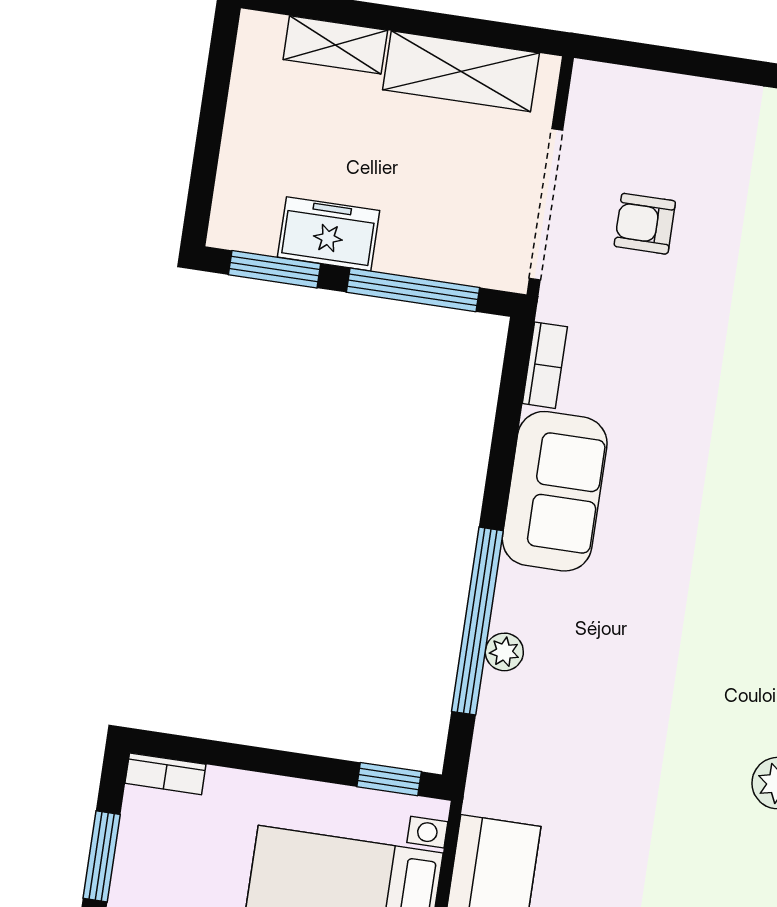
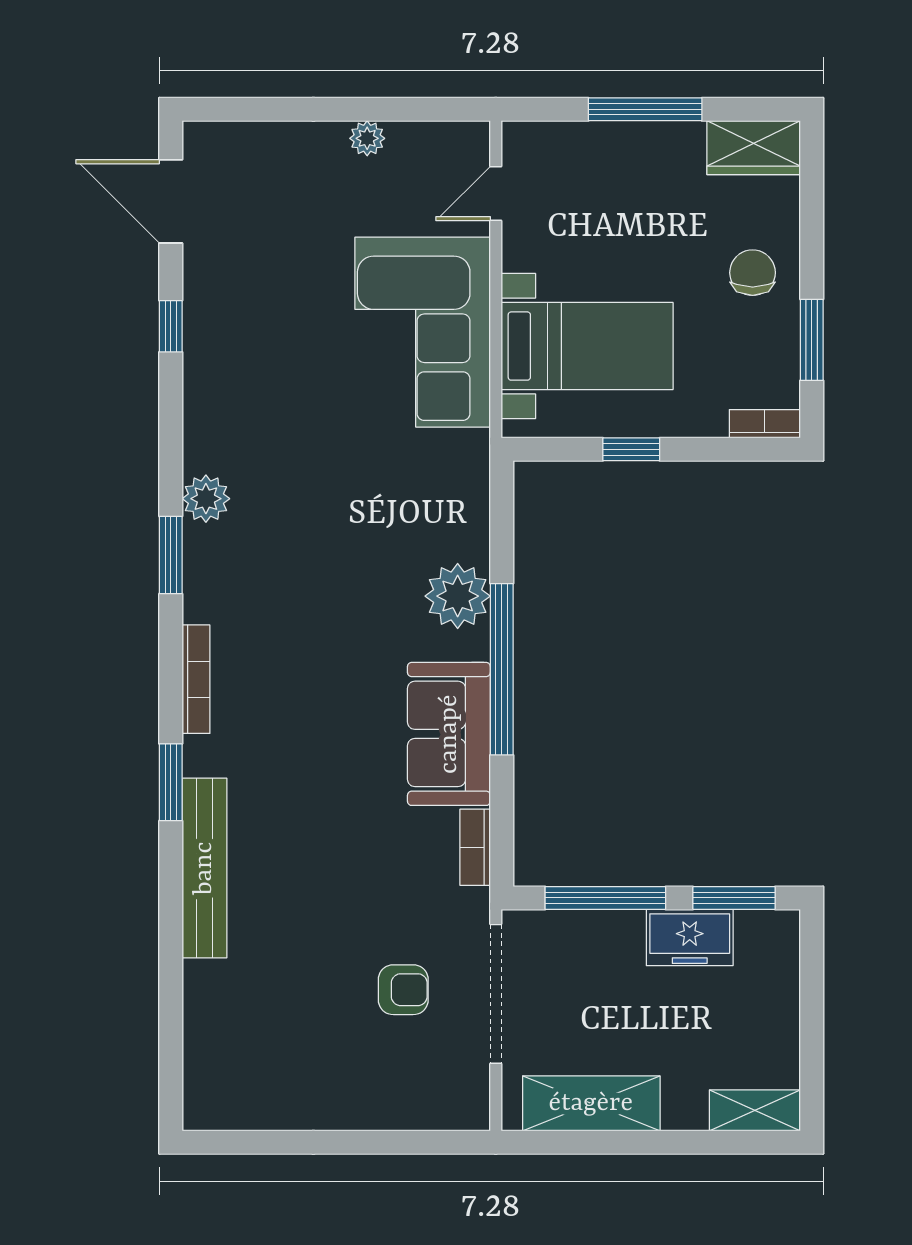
shelving: (335, 45) -> (755, 1110), moved
window: (477, 621) -> (502, 669), moved
plant: (504, 652) -> (458, 596), width x1.88, depth x1.88
window: (389, 779) -> (631, 449), moved

